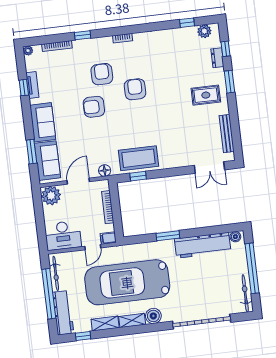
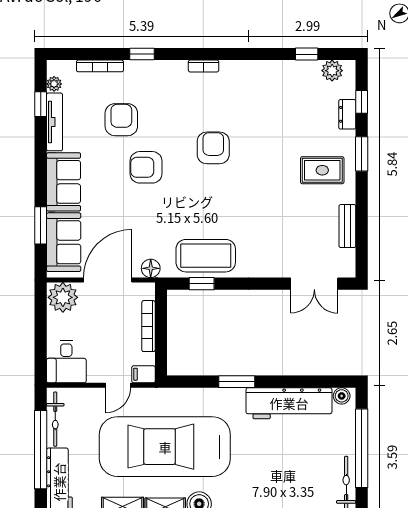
plant: (28, 51) -> (54, 84), moved
armchair: (102, 74) -> (121, 120), moved
tv unit: (32, 85) -> (54, 122), width x1.41
window: (24, 88) -> (41, 104), moved
bench: (227, 134) -> (347, 226), width x0.73
door: (78, 181) -> (108, 280), width x1.36
desk: (63, 235) -> (66, 362), width x0.73

